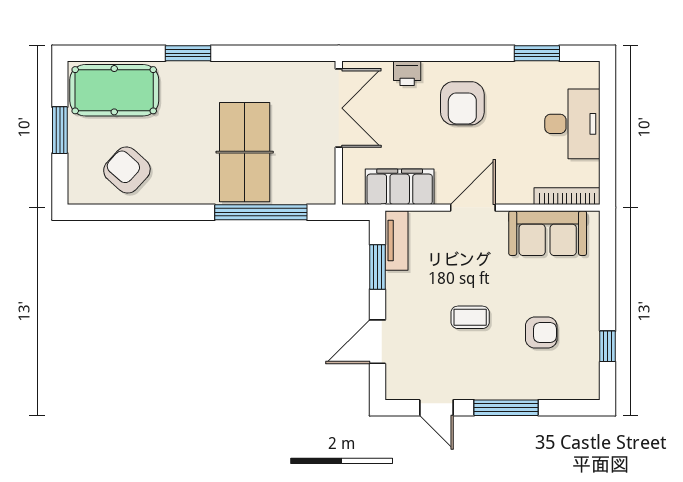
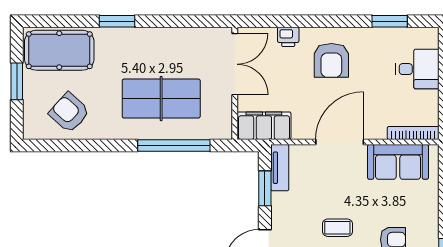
desk: (572, 124) -> (417, 69), width x0.73
table tennis table: (245, 152) -> (161, 99), turned 90
filing cabinet: (400, 187) -> (264, 126), moved
door: (473, 208) -> (340, 142), width x1.36

